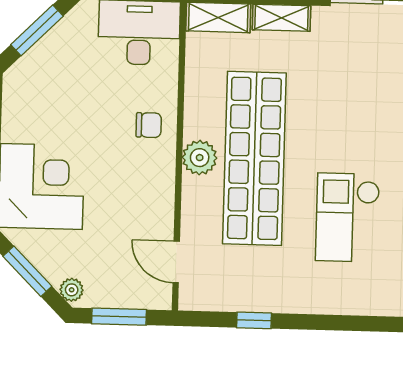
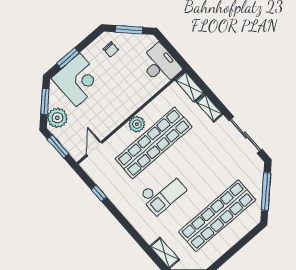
chair: (149, 125) -> (111, 49), moved
checkout: (348, 217) -> (163, 193), turned 180
plant: (72, 290) -> (57, 118), width x1.88, depth x1.88

